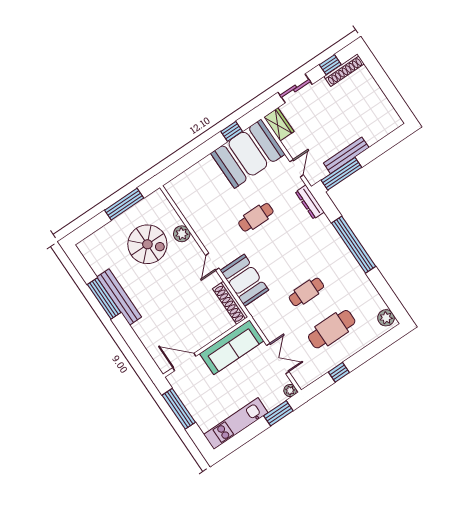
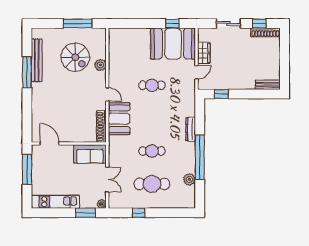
wardrobe: (279, 124) -> (204, 53), moved
bench: (346, 155) -> (268, 85), moved, width x0.73
window: (341, 174) -> (221, 94), width x0.46
dresser: (310, 202) -> (191, 129), moved
window: (354, 245) -> (200, 157), moved
door: (212, 262) -> (107, 94), swing flipped
bench: (119, 297) -> (37, 60), moved
plant: (386, 318) -> (189, 179), moved
sofa: (232, 347) -> (90, 154), width x0.73

